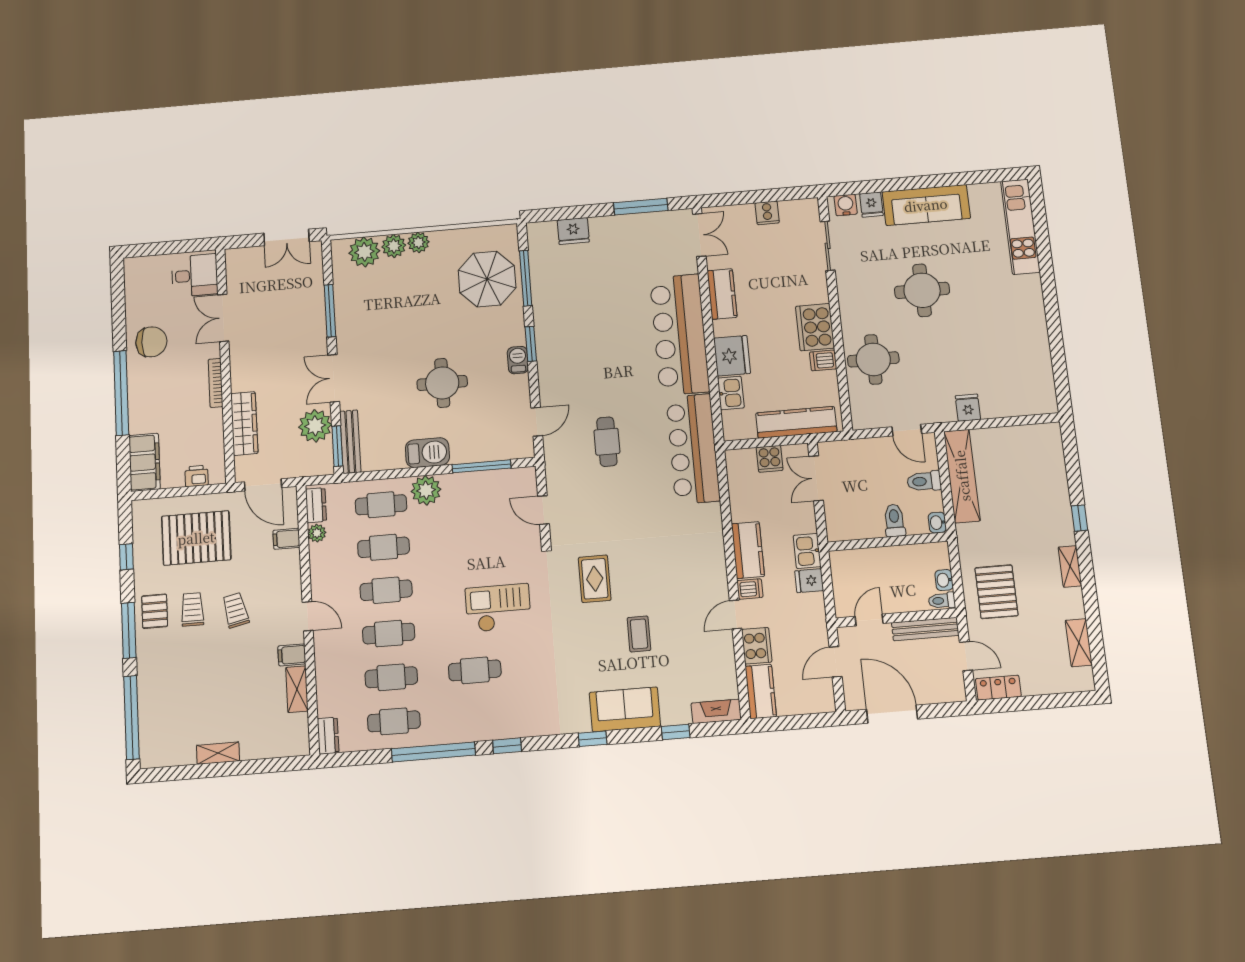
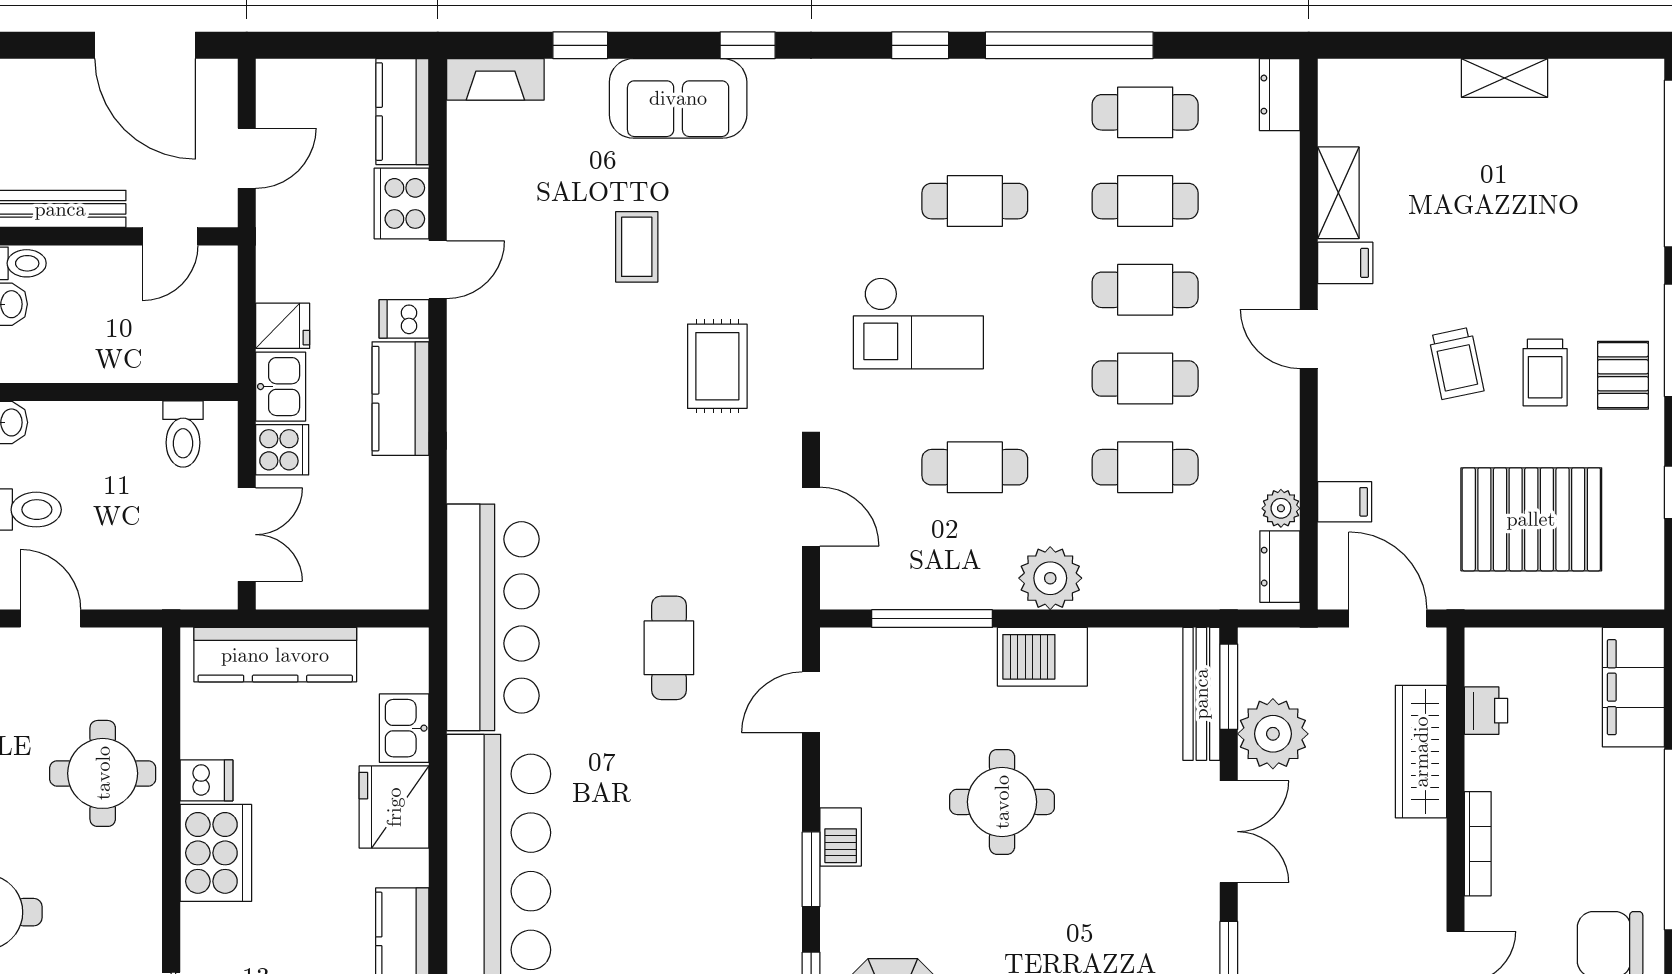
cooker: (770, 459) -> (282, 450), moved, turned 90
printer: (197, 476) -> (1486, 711), moved, turned -90
cafe table: (381, 505) -> (975, 467), moved
toilet: (894, 520) -> (183, 434), moved

